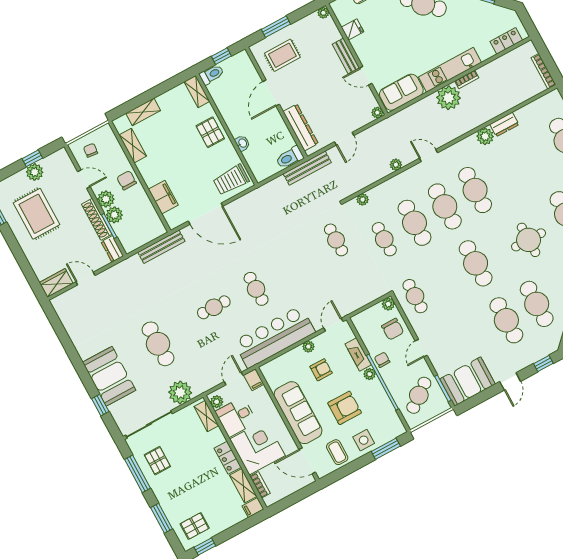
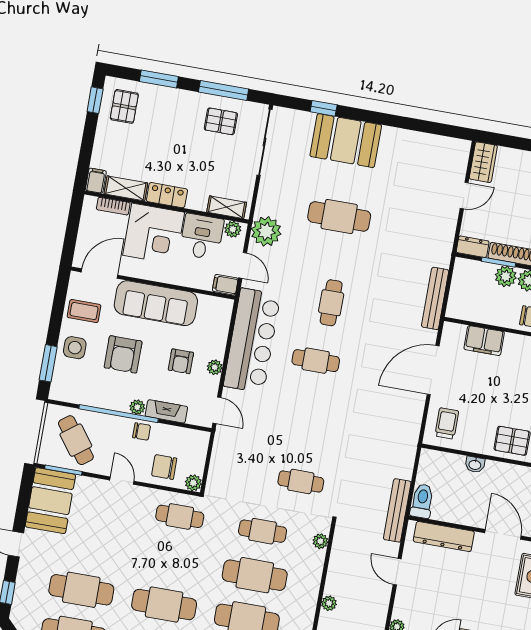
trolley: (231, 180) -> (447, 423), width x0.73, depth x0.72
plant: (180, 392) -> (266, 231), moved

